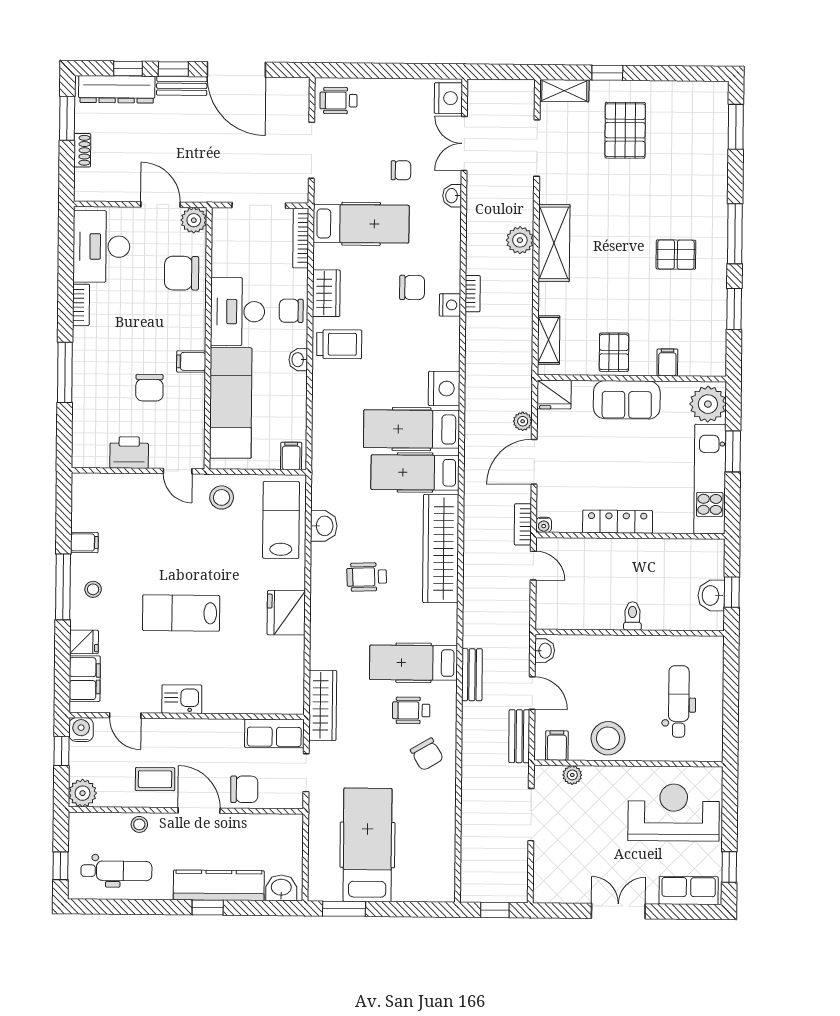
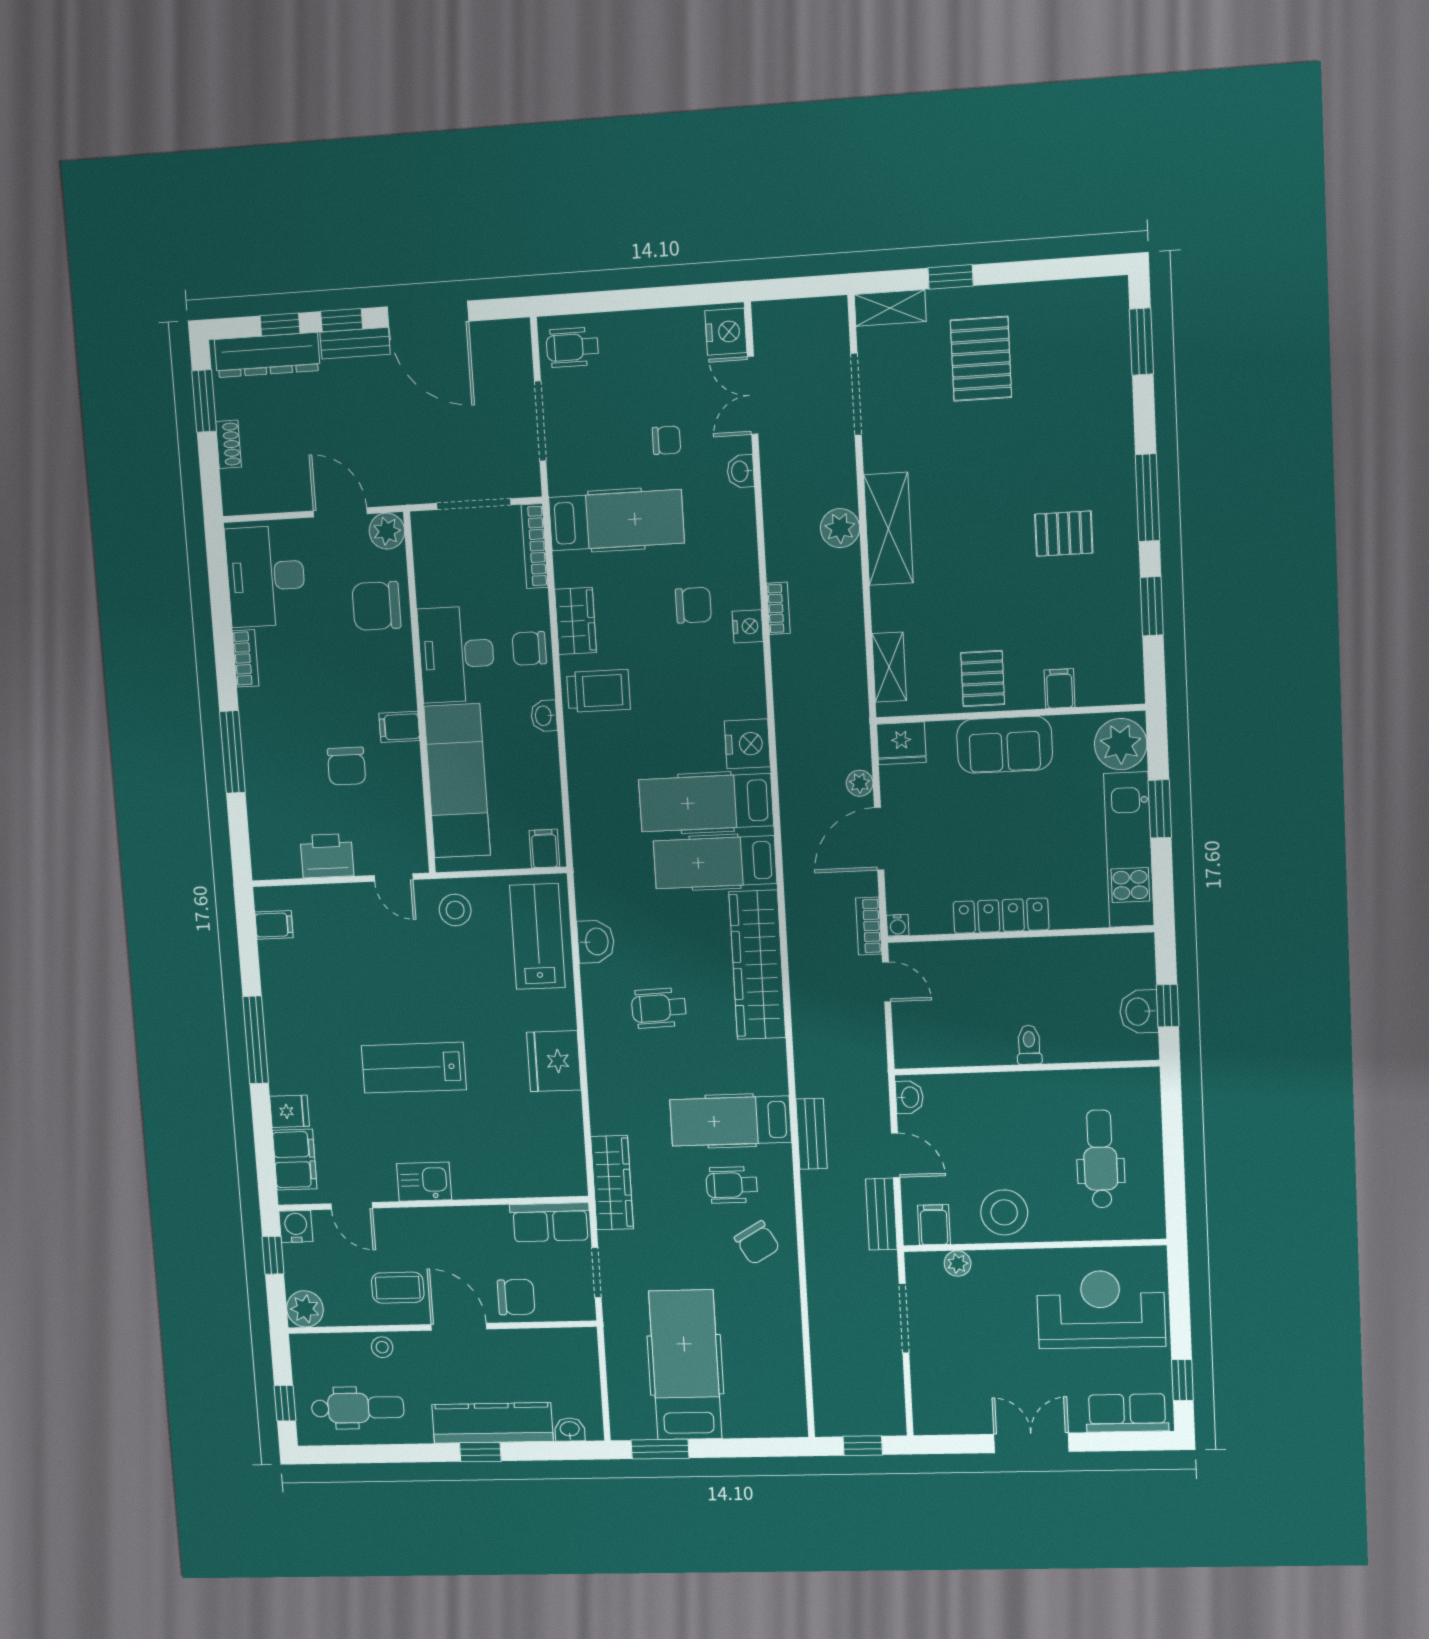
filing cabinet: (84, 542) -> (274, 925), moved
stool: (93, 589) -> (295, 1041), removed
washbasin: (281, 888) -> (570, 1429), width x0.72, depth x0.69

